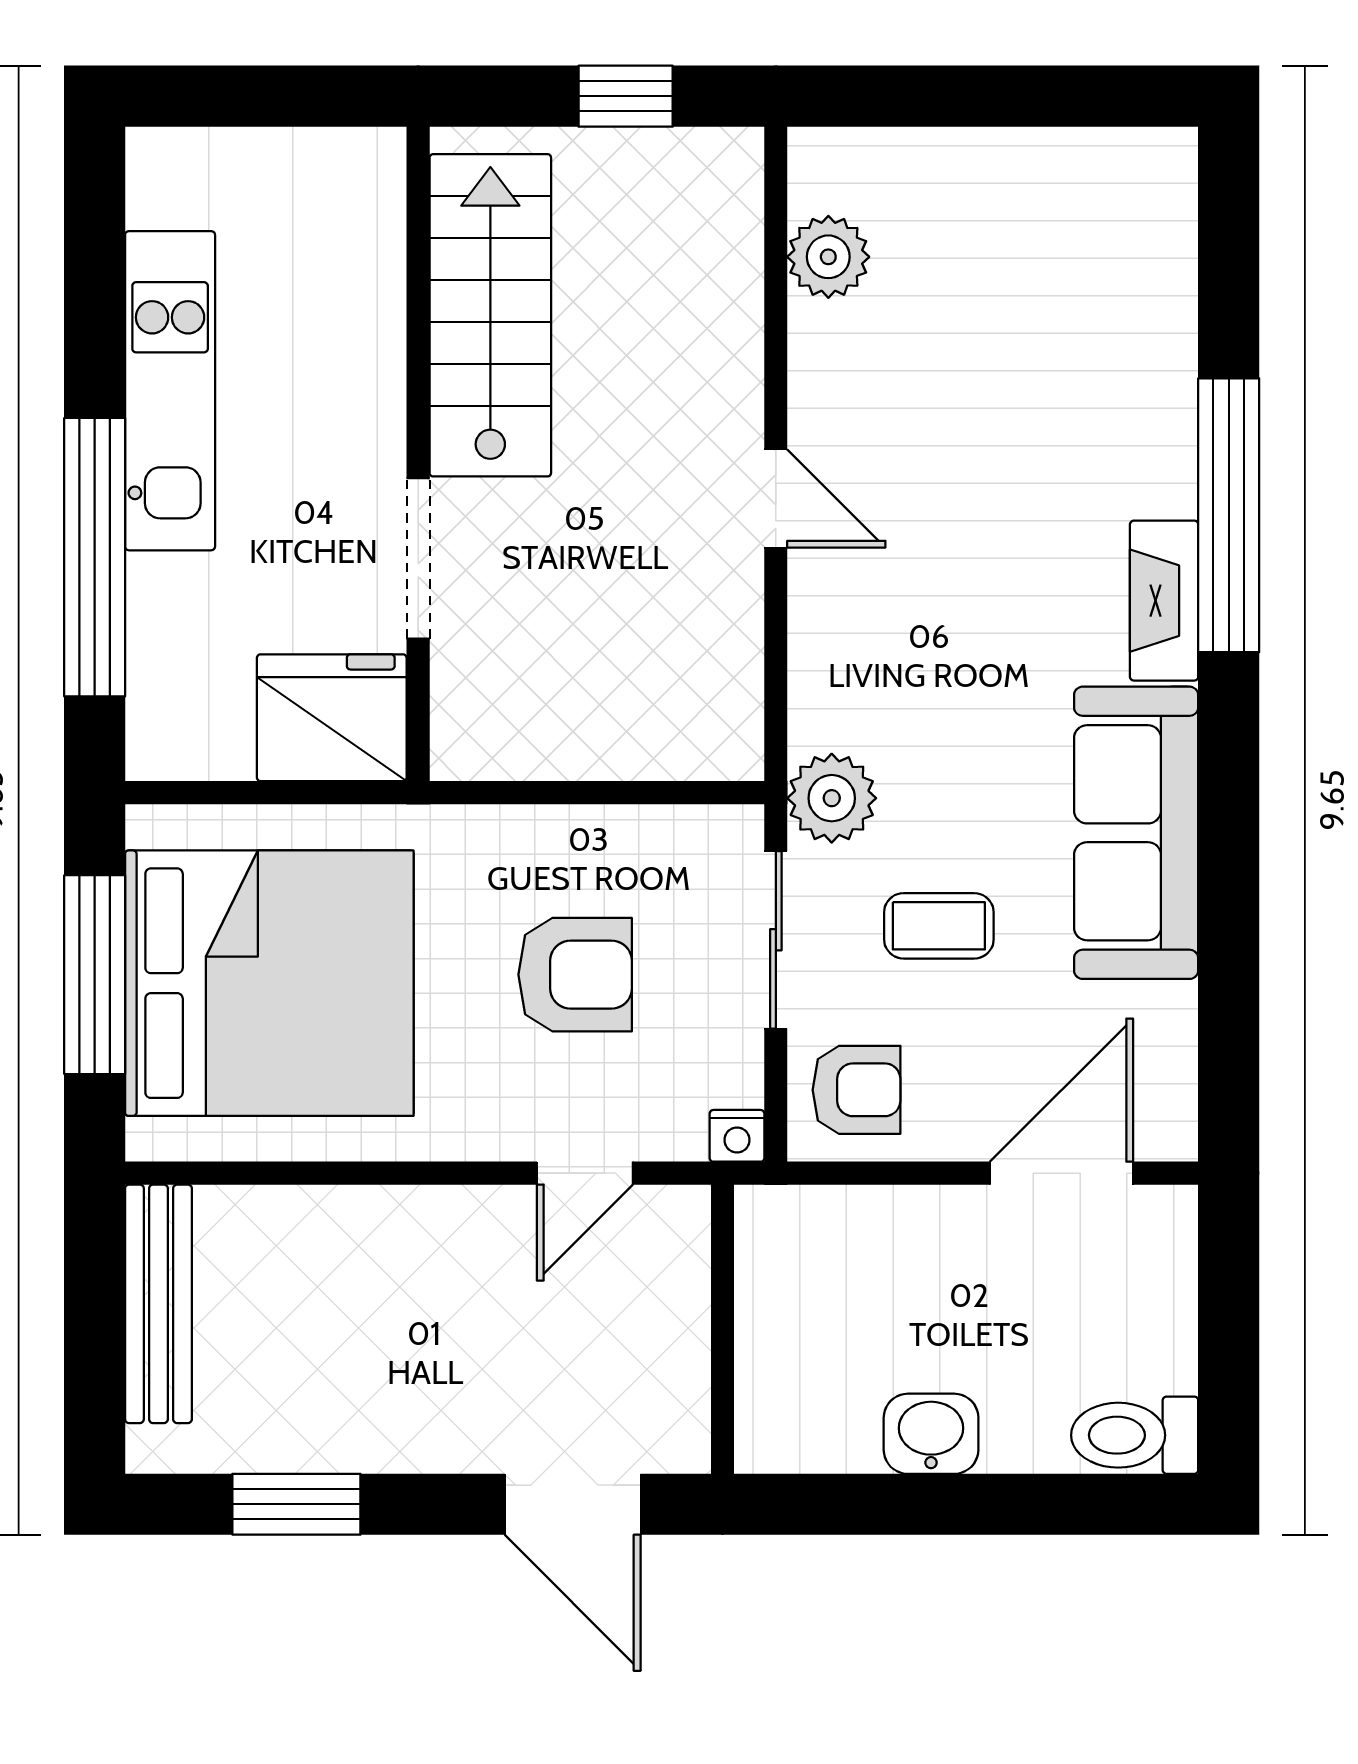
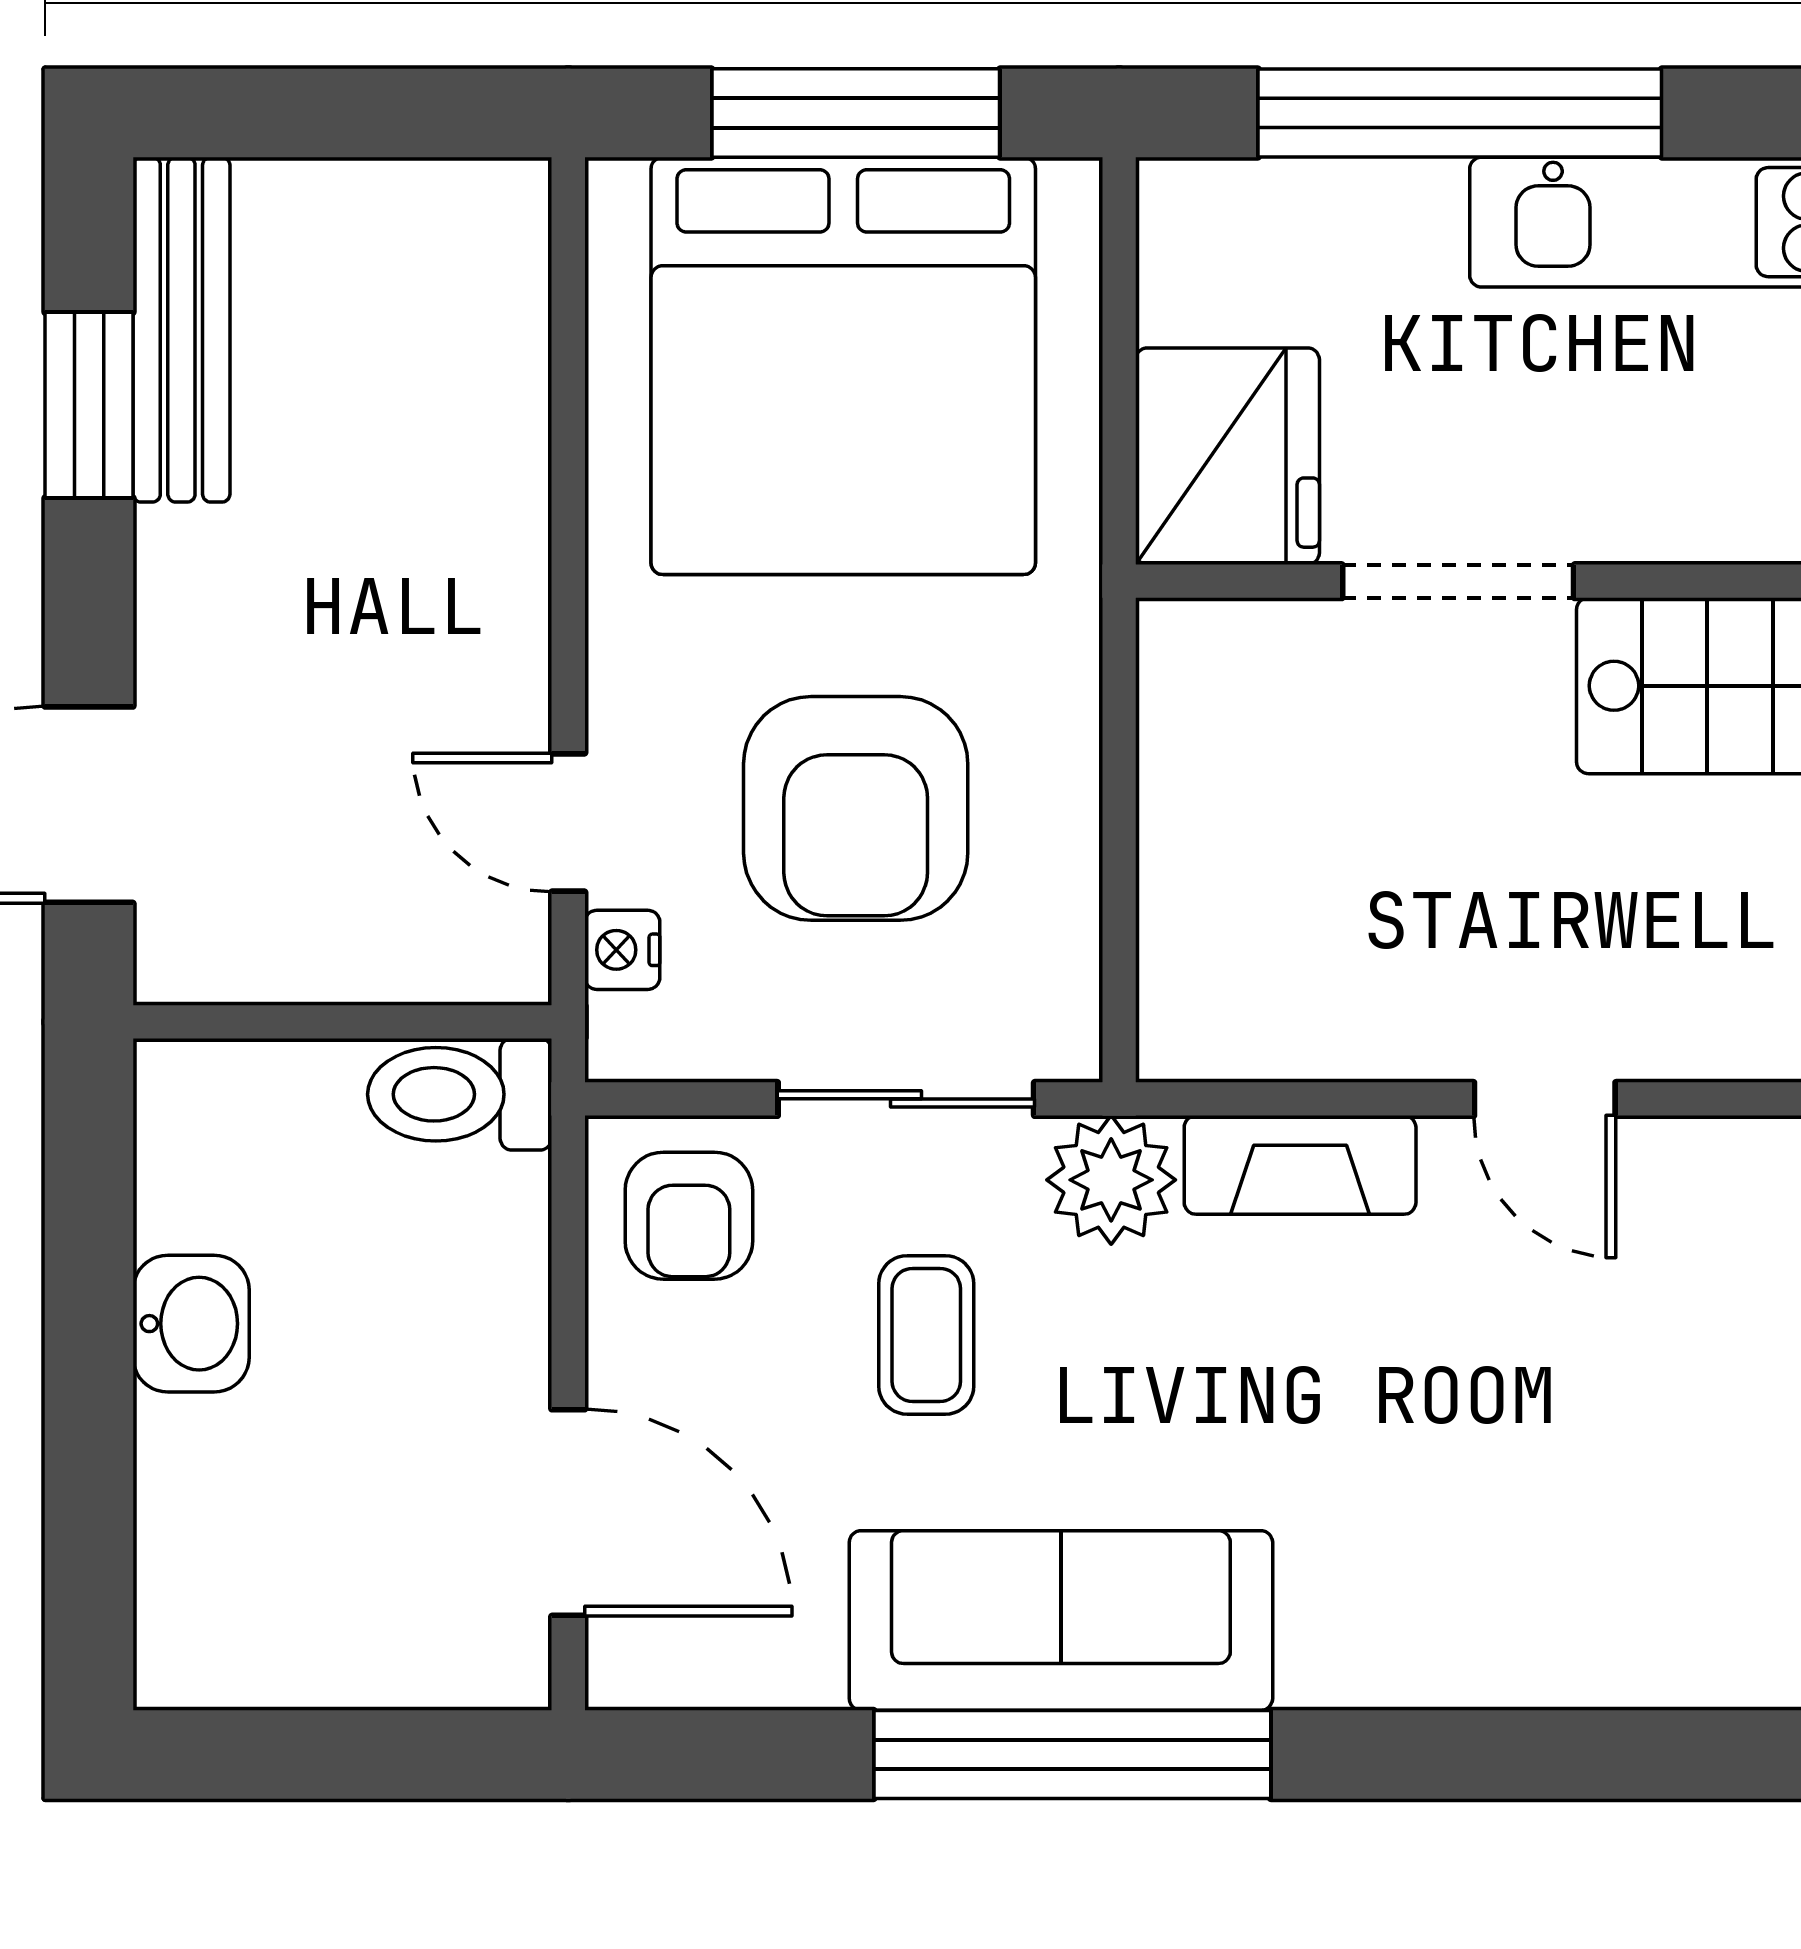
door: (776, 499) -> (1545, 1099), hinge flipped
window: (1229, 515) -> (1072, 1754), moved
fireplace: (1164, 601) -> (1300, 1165), moved, turned 180
armchair: (575, 975) -> (856, 808), width x1.36, depth x1.36
nightstand: (737, 1136) -> (622, 950), moved
bench: (158, 1304) -> (181, 330), moved, turned 90
toilet: (1135, 1435) -> (460, 1094), moved, turned -90

